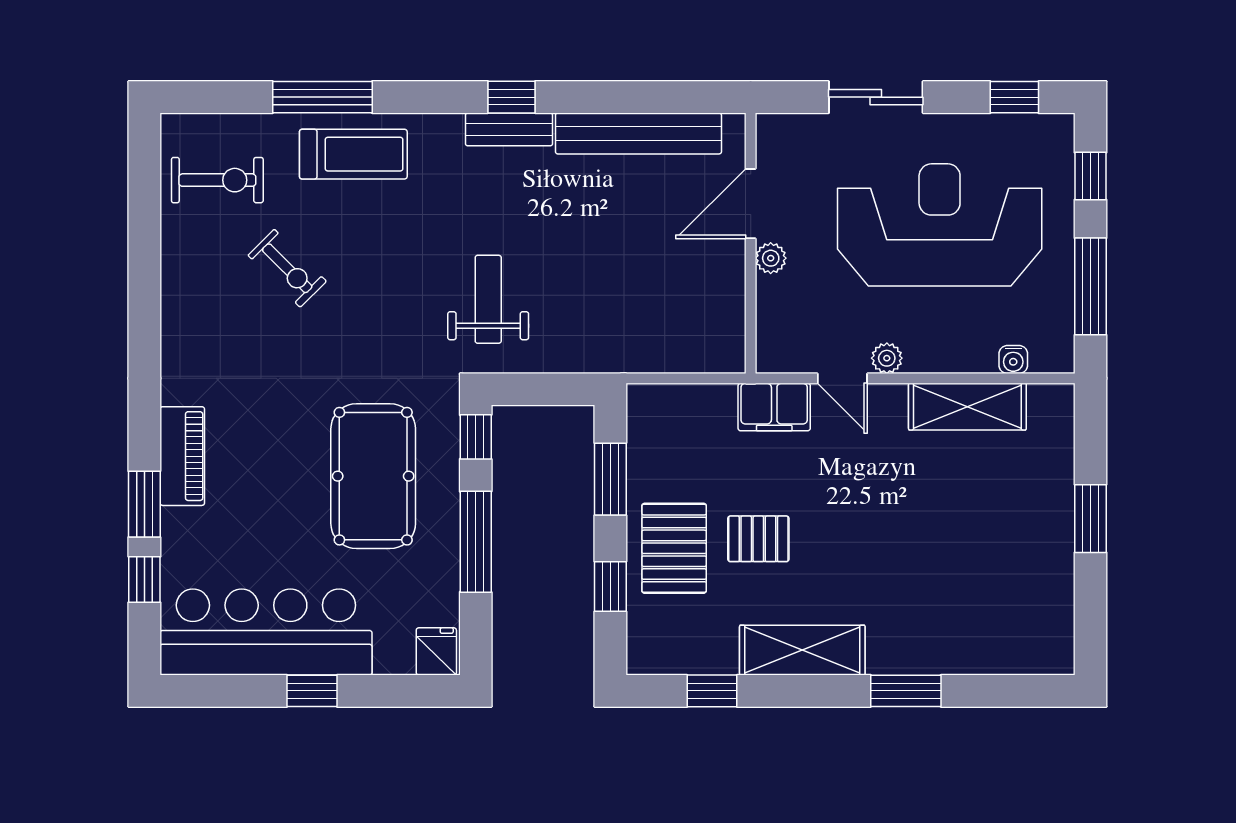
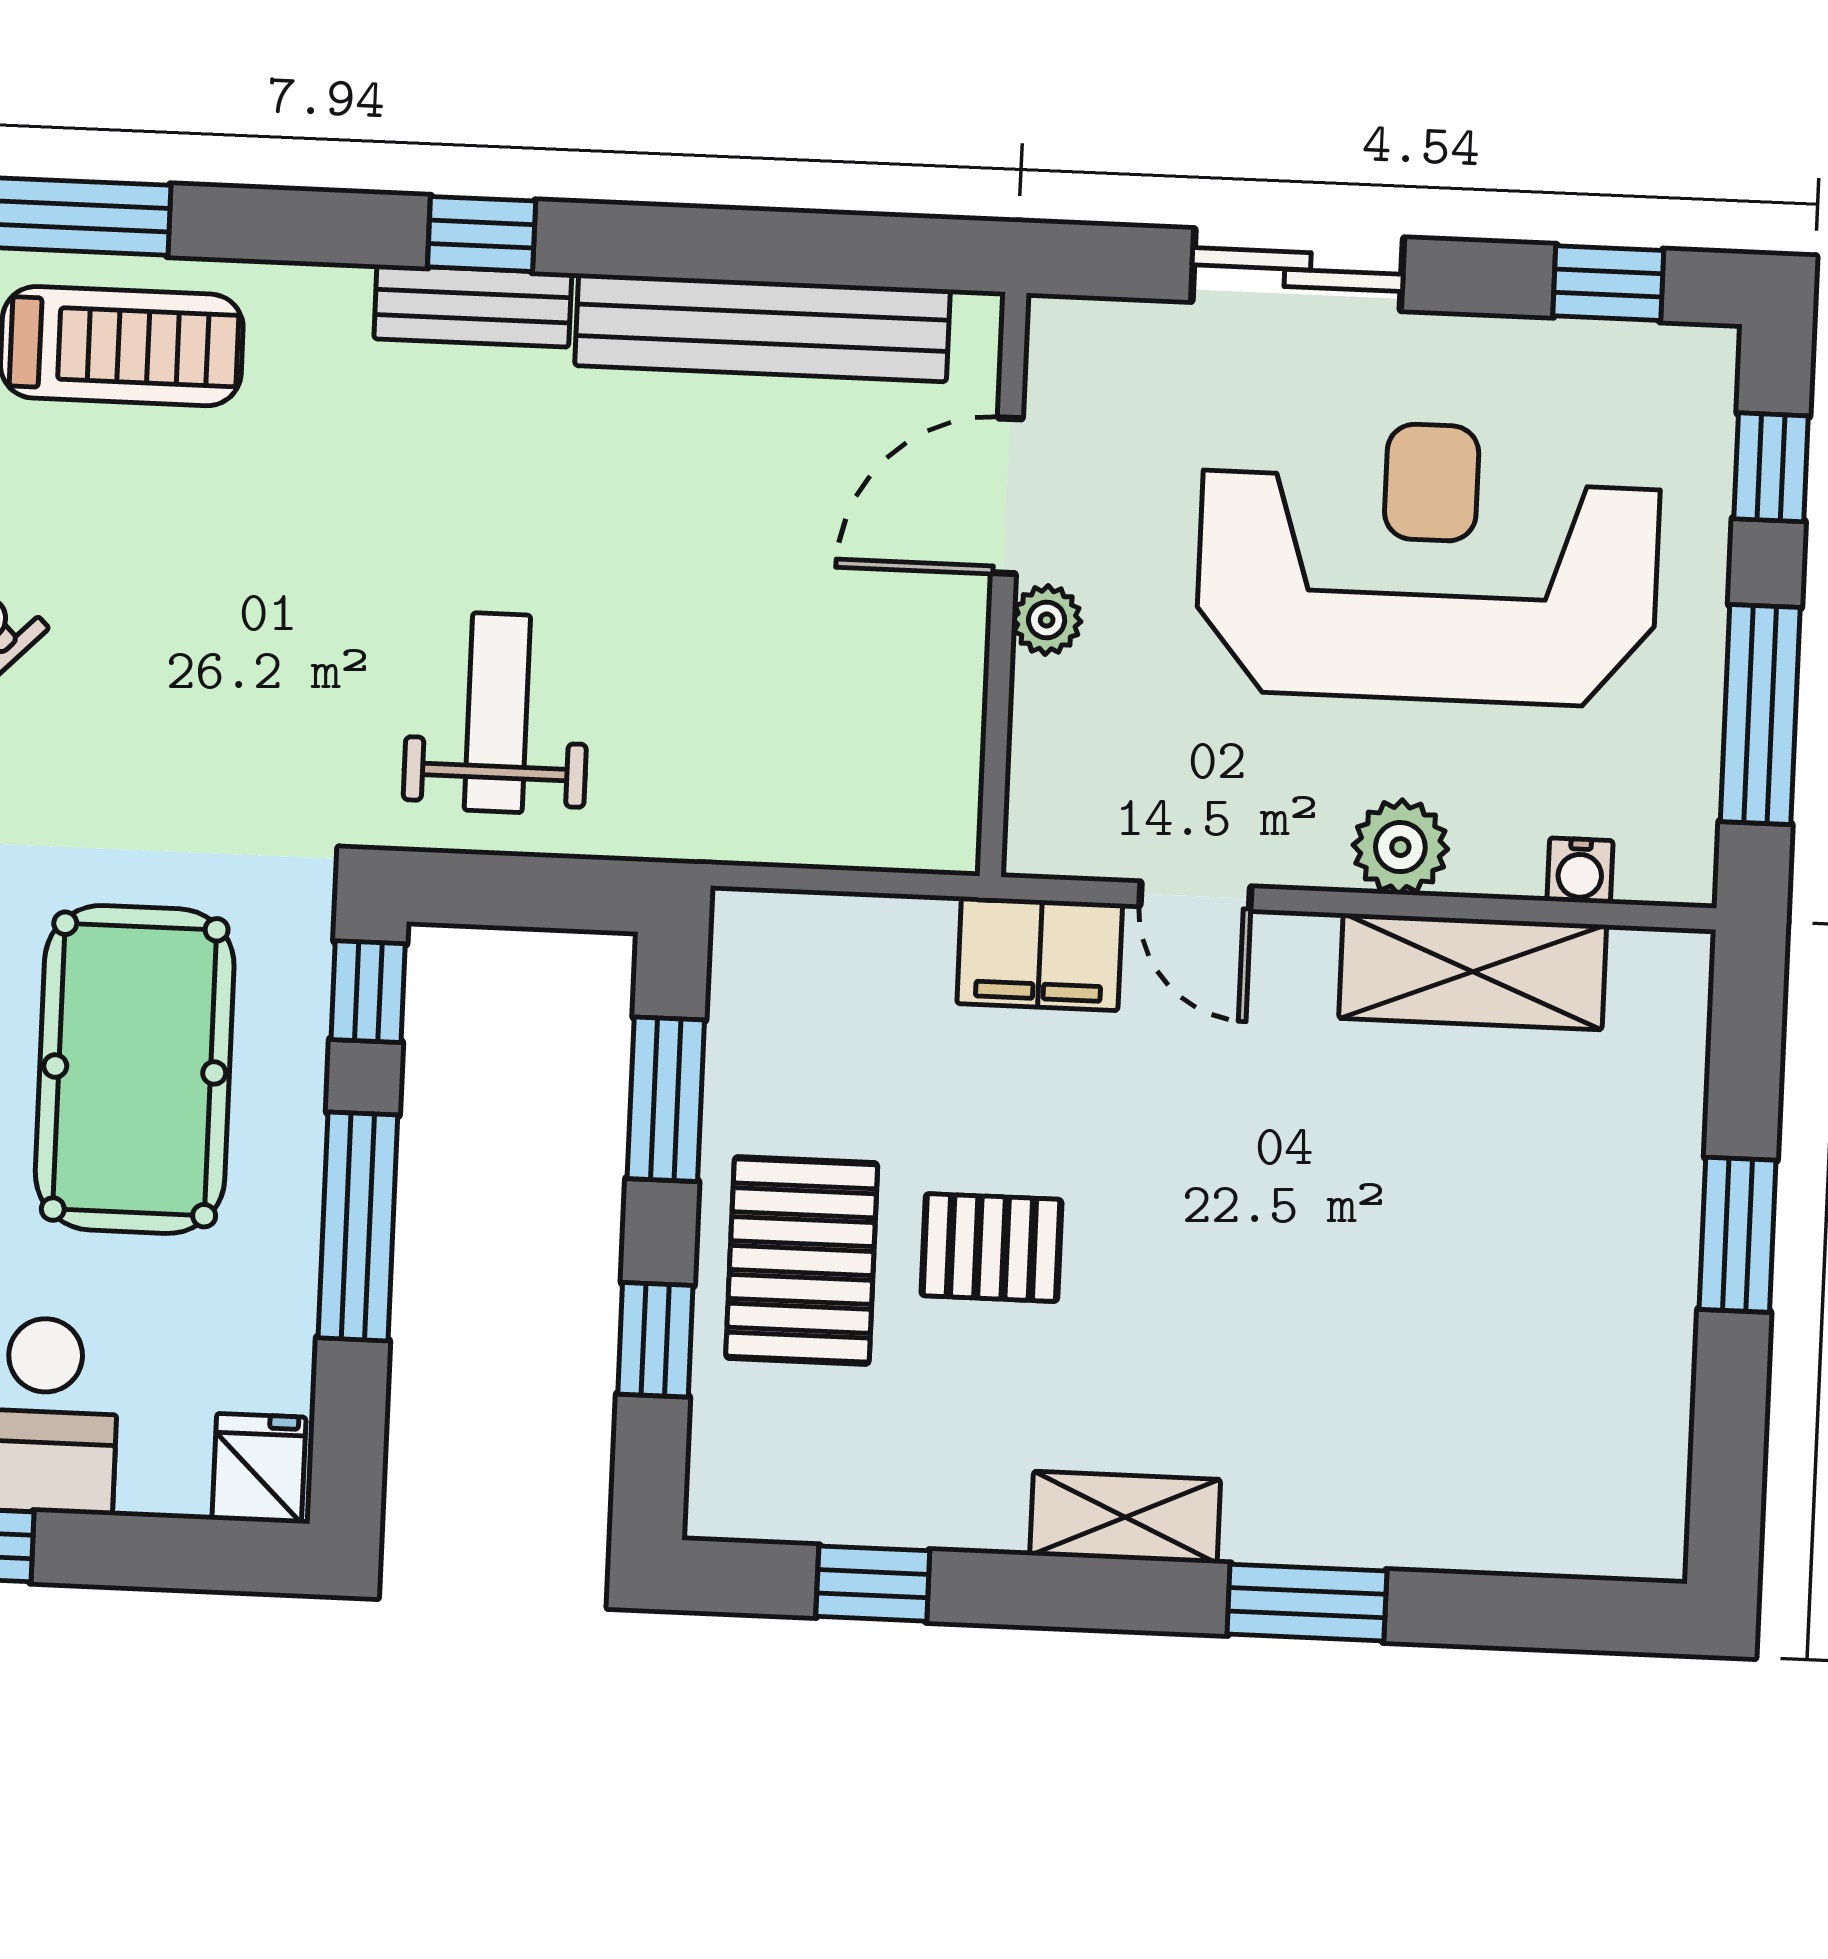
weight bench: (488, 299) -> (497, 713), moved
plant: (887, 358) -> (1400, 847), moved, width x1.38, depth x1.38
shelving: (802, 650) -> (1125, 1517), width x0.67, depth x0.75

